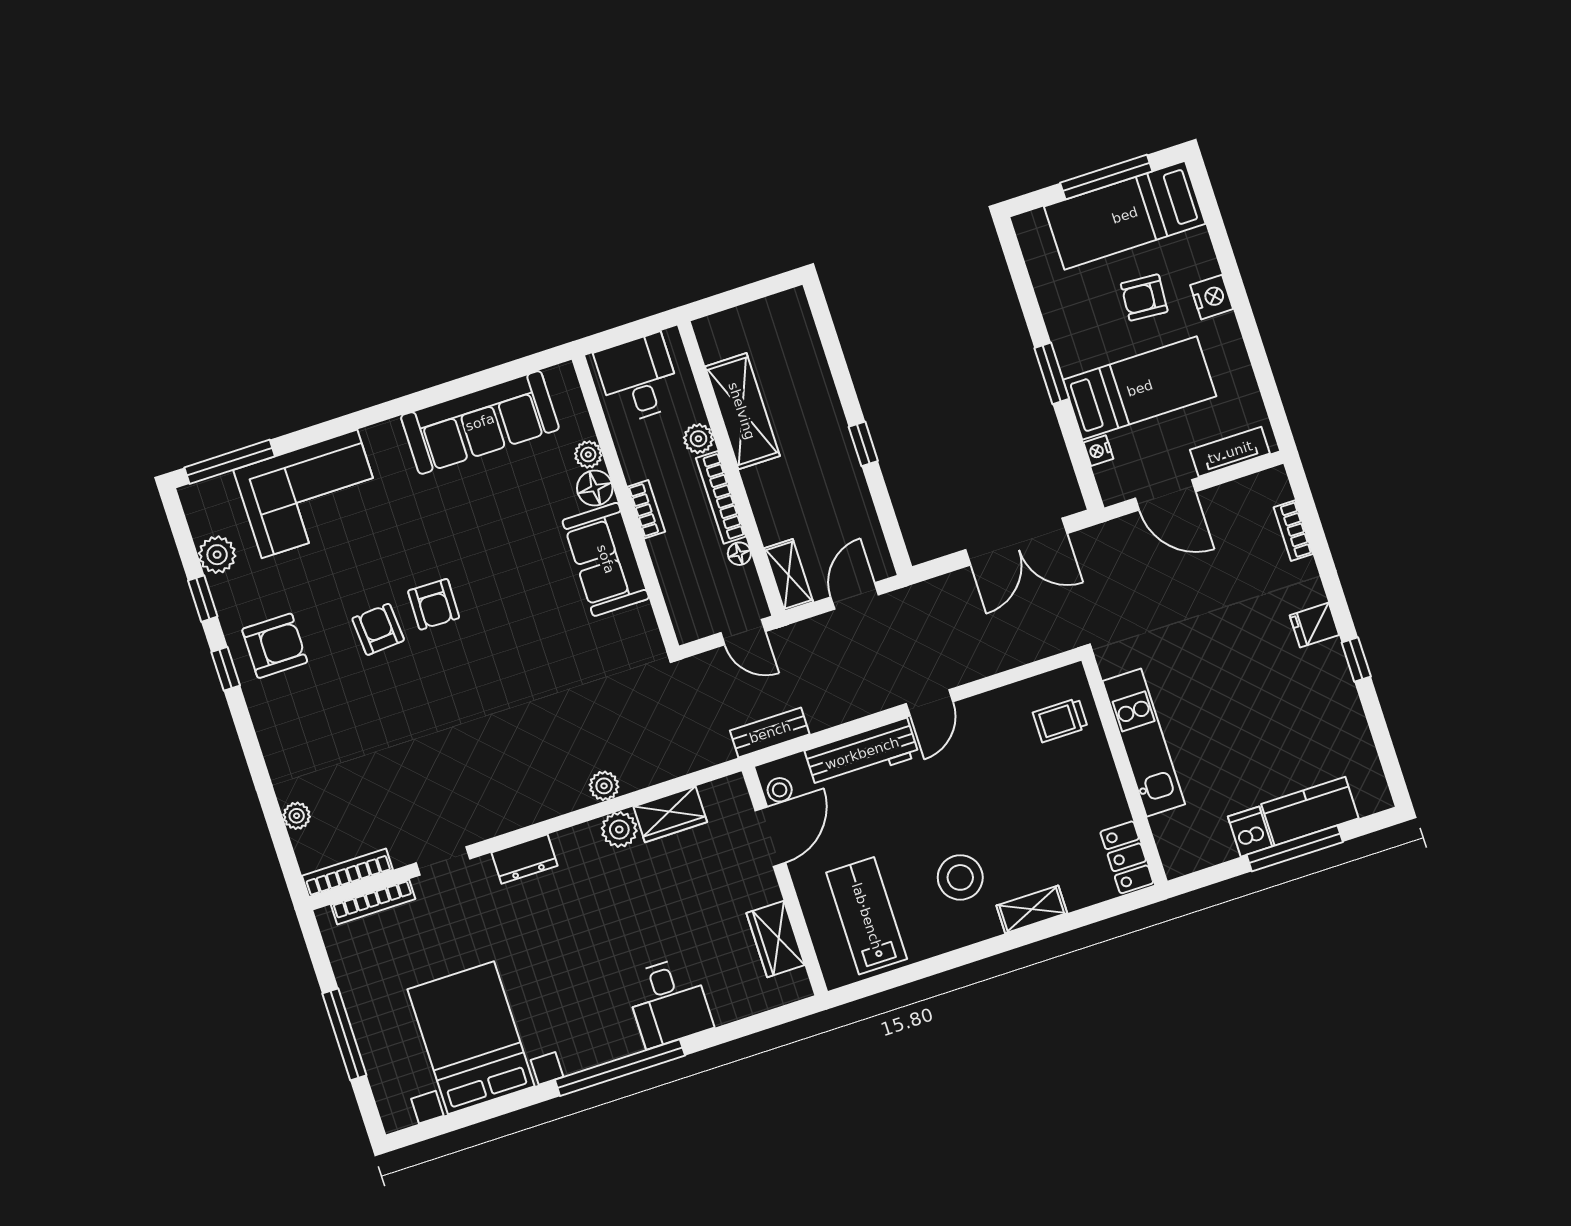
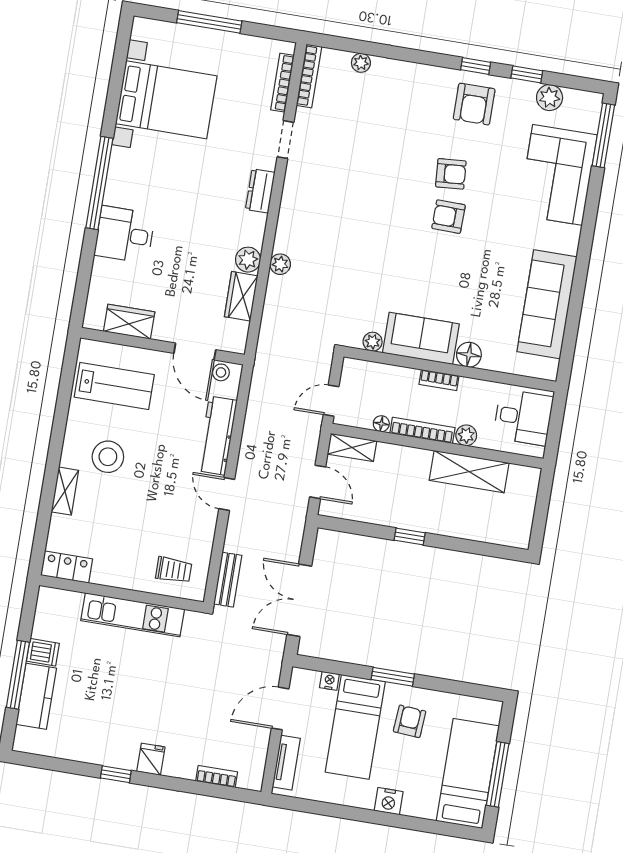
armchair: (1144, 298) -> (410, 721), moved
plant: (588, 454) -> (373, 342), moved
trolley: (1060, 720) -> (174, 570), turned 90
bench: (770, 732) -> (228, 580), moved

